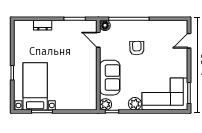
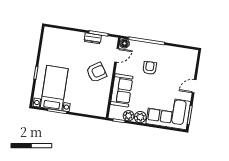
dresser: (43, 25) -> (93, 38), moved
door: (98, 40) -> (117, 55), swing flipped
door: (189, 41) -> (194, 86), moved
armchair: (79, 62) -> (96, 72), added
plant: (106, 104) -> (129, 116), moved

